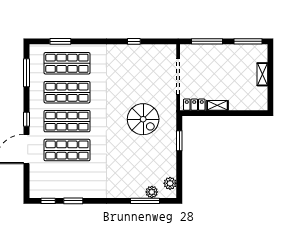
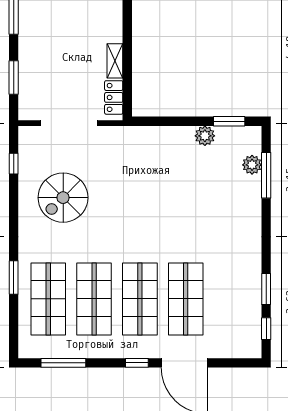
window: (60, 41) -> (14, 278), moved
window: (134, 41) -> (14, 164), moved
window: (207, 41) -> (14, 77), width x0.69
spiral stairs: (143, 119) -> (63, 198), moved, turned 180
window: (179, 141) -> (229, 121), moved
plant: (170, 183) -> (205, 136), moved

